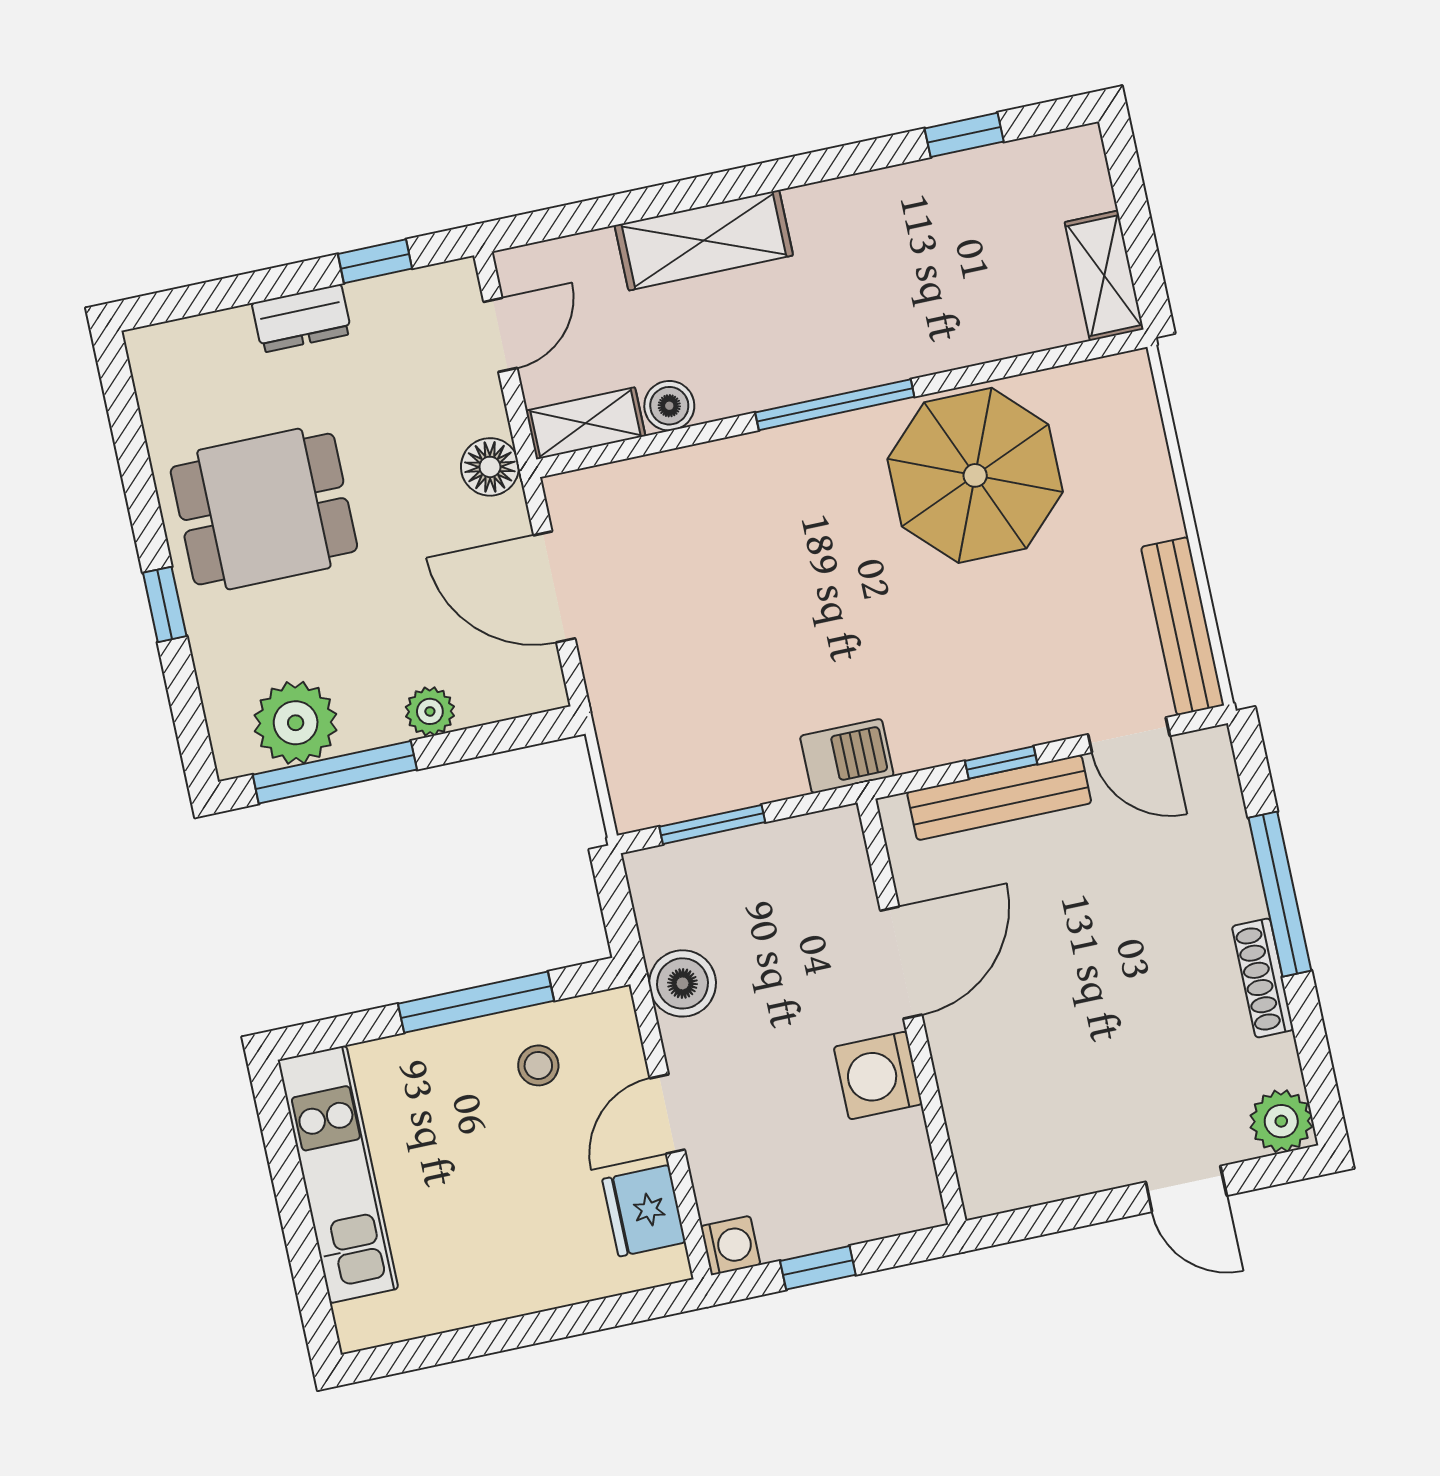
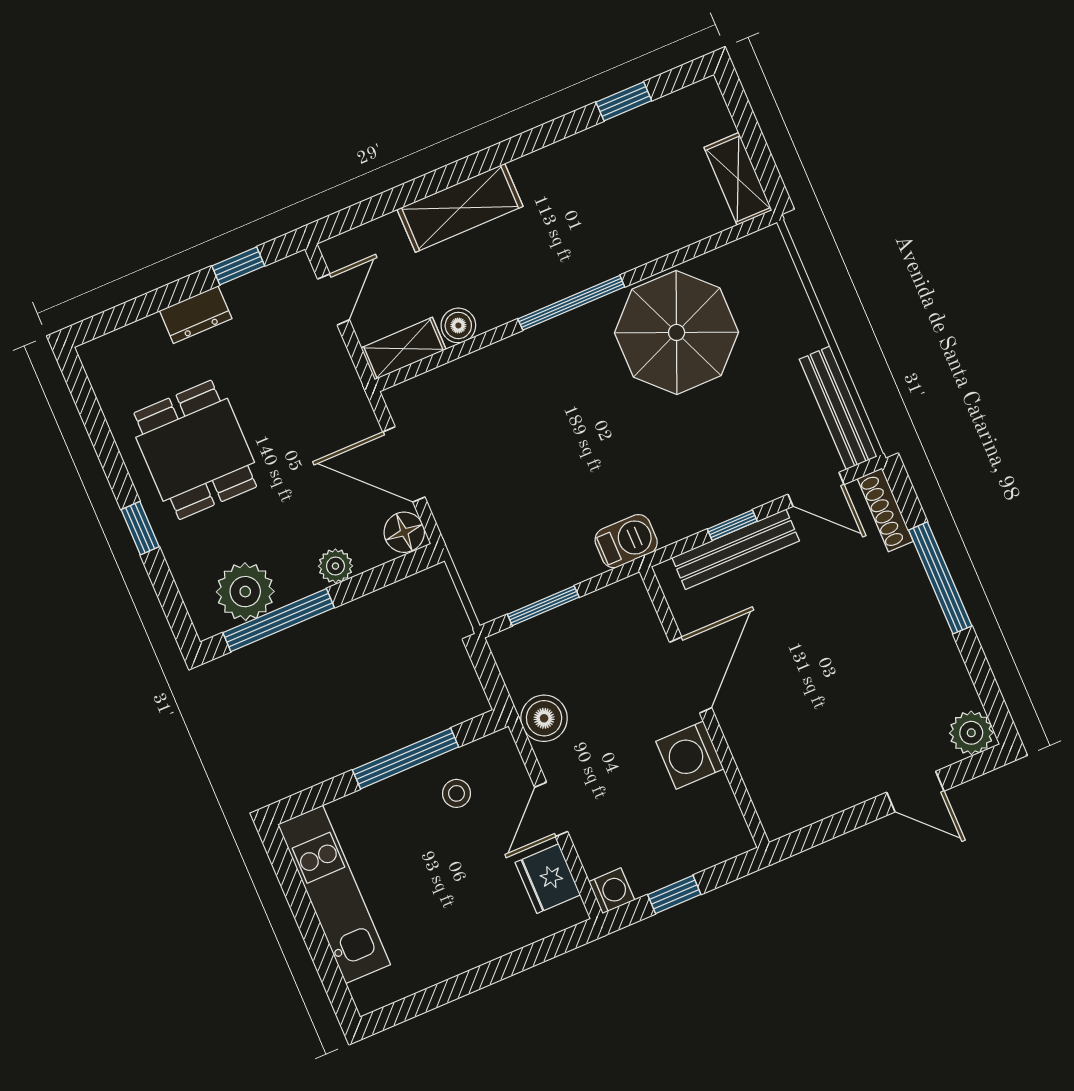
floor lamp: (490, 467) -> (404, 532), moved
dining table: (264, 509) -> (195, 450), turned 90
shoe rack: (1263, 978) -> (885, 510), moved

